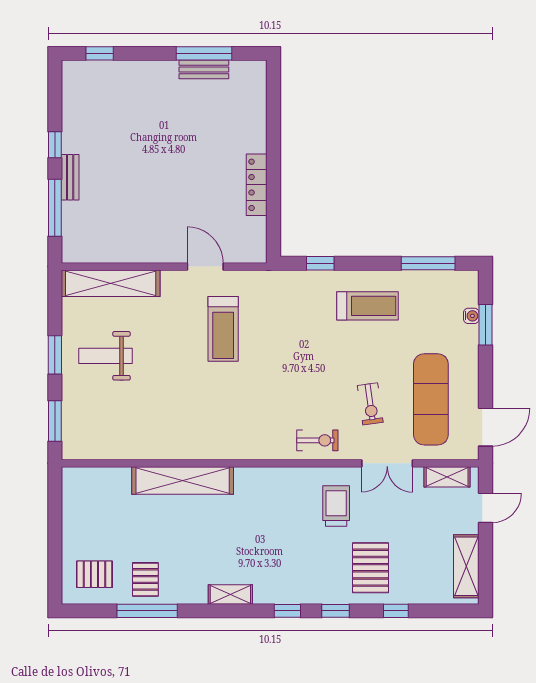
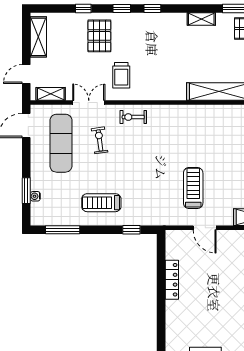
shelving: (230, 594) -> (201, 19), moved

